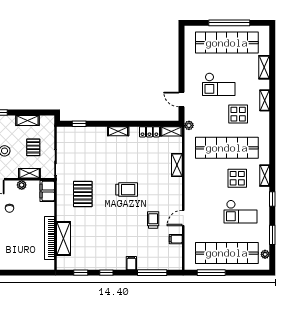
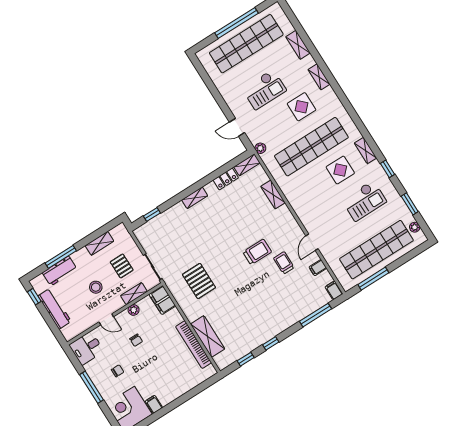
trolley: (127, 190) -> (257, 252), moved
filing cabinet: (131, 263) -> (334, 290), moved

